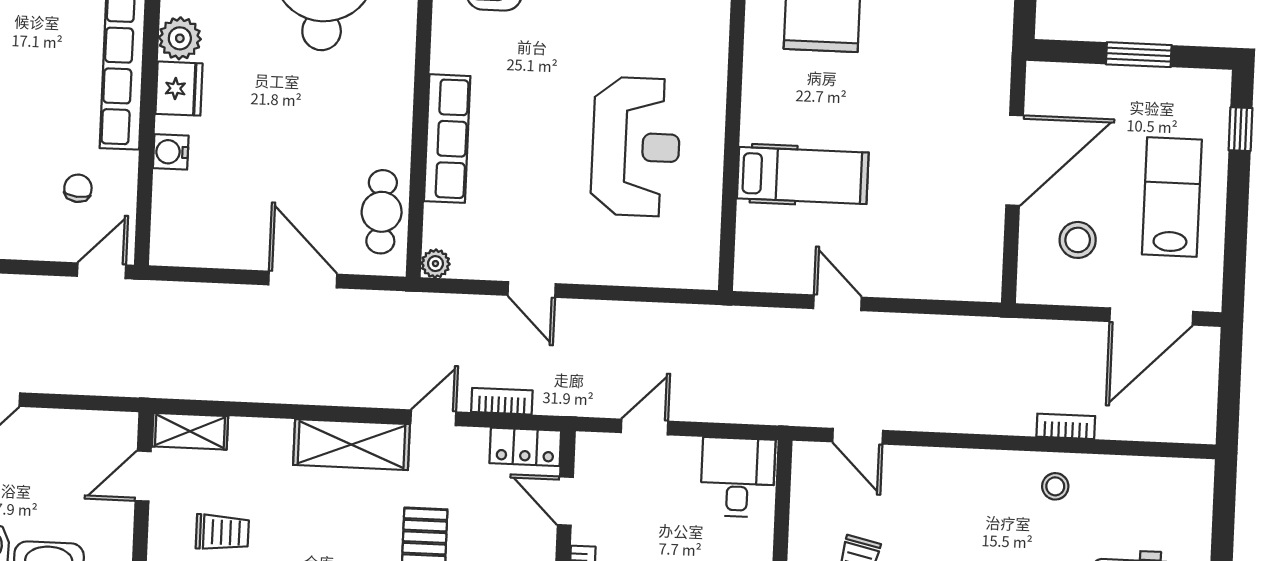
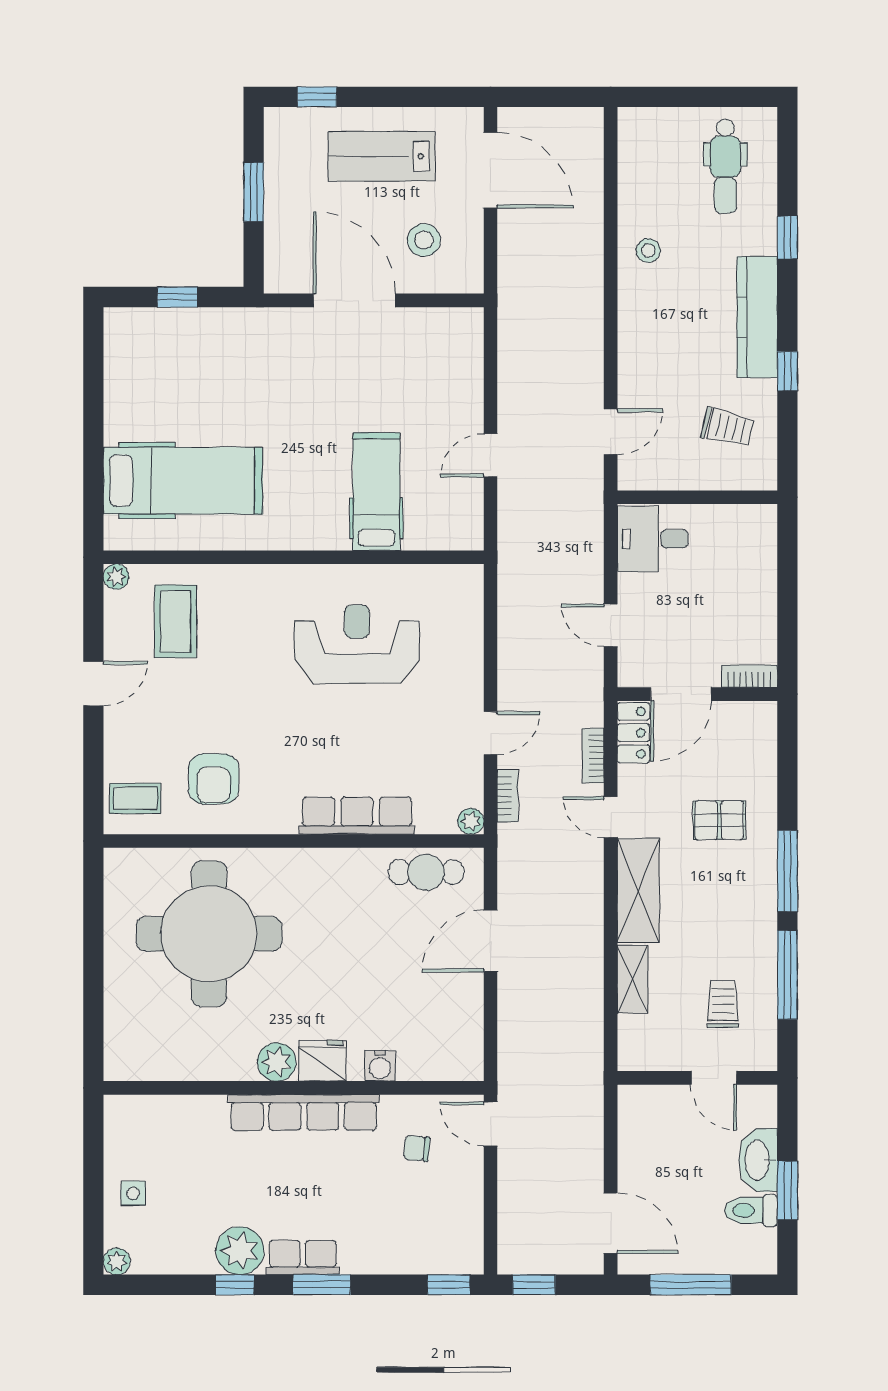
bookcase: (1066, 426) -> (508, 796), moved, turned 180
shelving: (190, 431) -> (633, 979), moved
door: (143, 476) -> (714, 1078), moved
door: (565, 501) -> (681, 694), width x1.38

